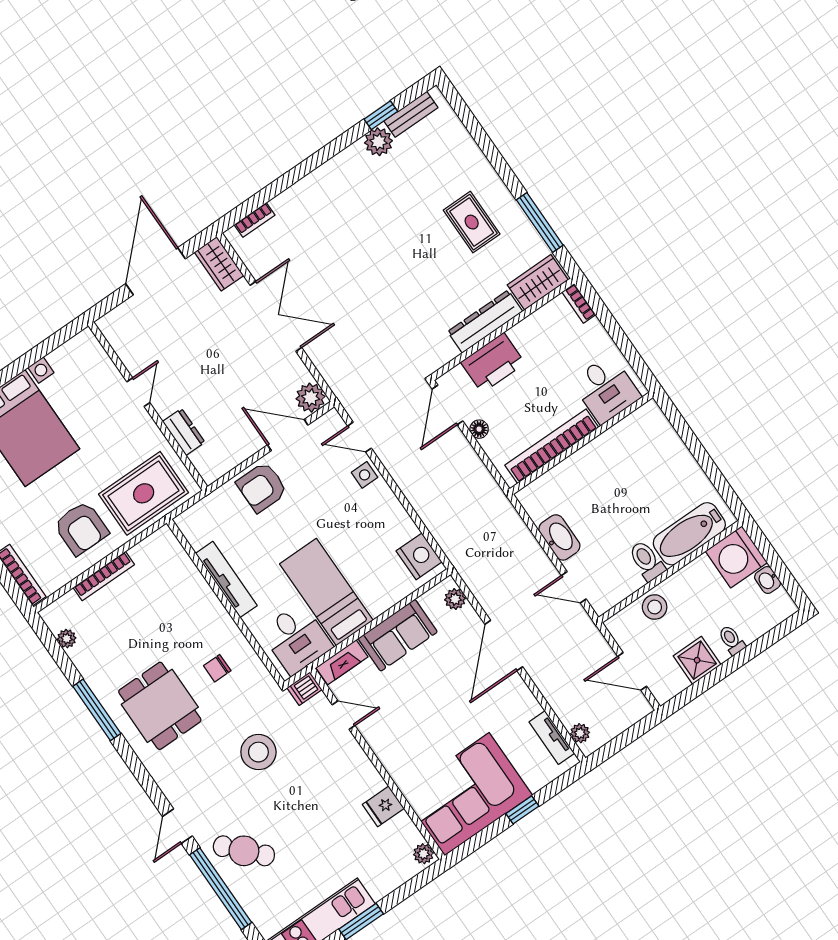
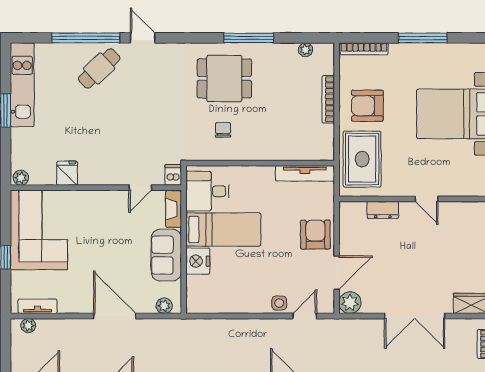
nightstand: (419, 556) -> (198, 261), moved, turned 90
tv unit: (226, 579) -> (305, 173), moved
stool: (258, 752) -> (154, 119), removed

